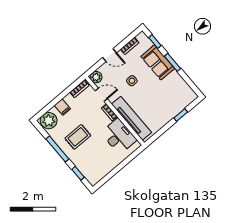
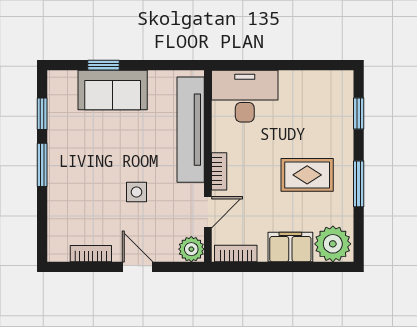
window: (155, 42) -> (42, 114), moved
sofa: (158, 62) -> (113, 90), moved, turned 90
door: (101, 95) -> (208, 212), swing flipped
filing cabinet: (62, 107) -> (290, 247), width x2.00
desk: (119, 136) -> (245, 96), moved, turned 90
window: (57, 149) -> (359, 184), width x0.69

